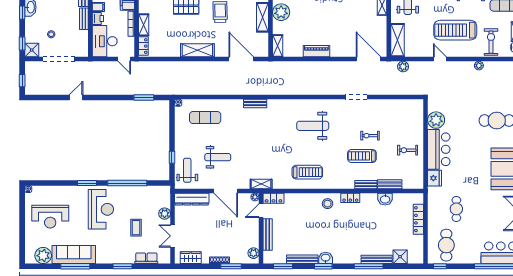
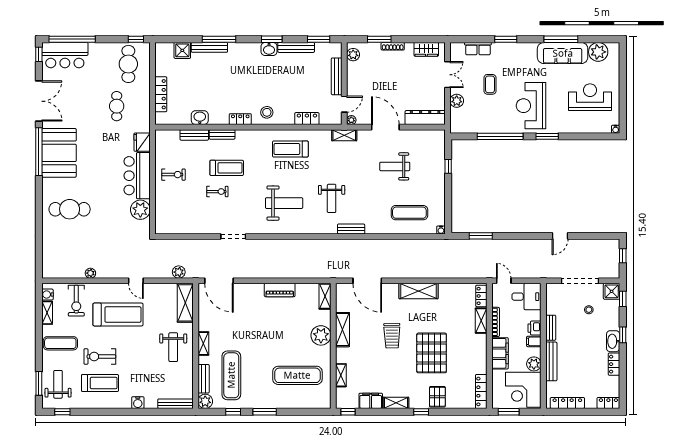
desk: (105, 41) -> (527, 297), width x0.73
weight bench: (187, 170) -> (332, 198), moved
locker: (273, 198) -> (307, 119), moved

